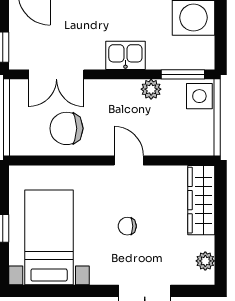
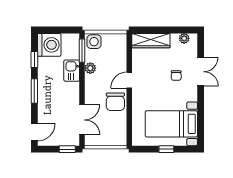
kitchen sink: (125, 55) -> (72, 71), moved
chair: (66, 128) -> (115, 102), moved
chair: (127, 226) -> (176, 76), moved

